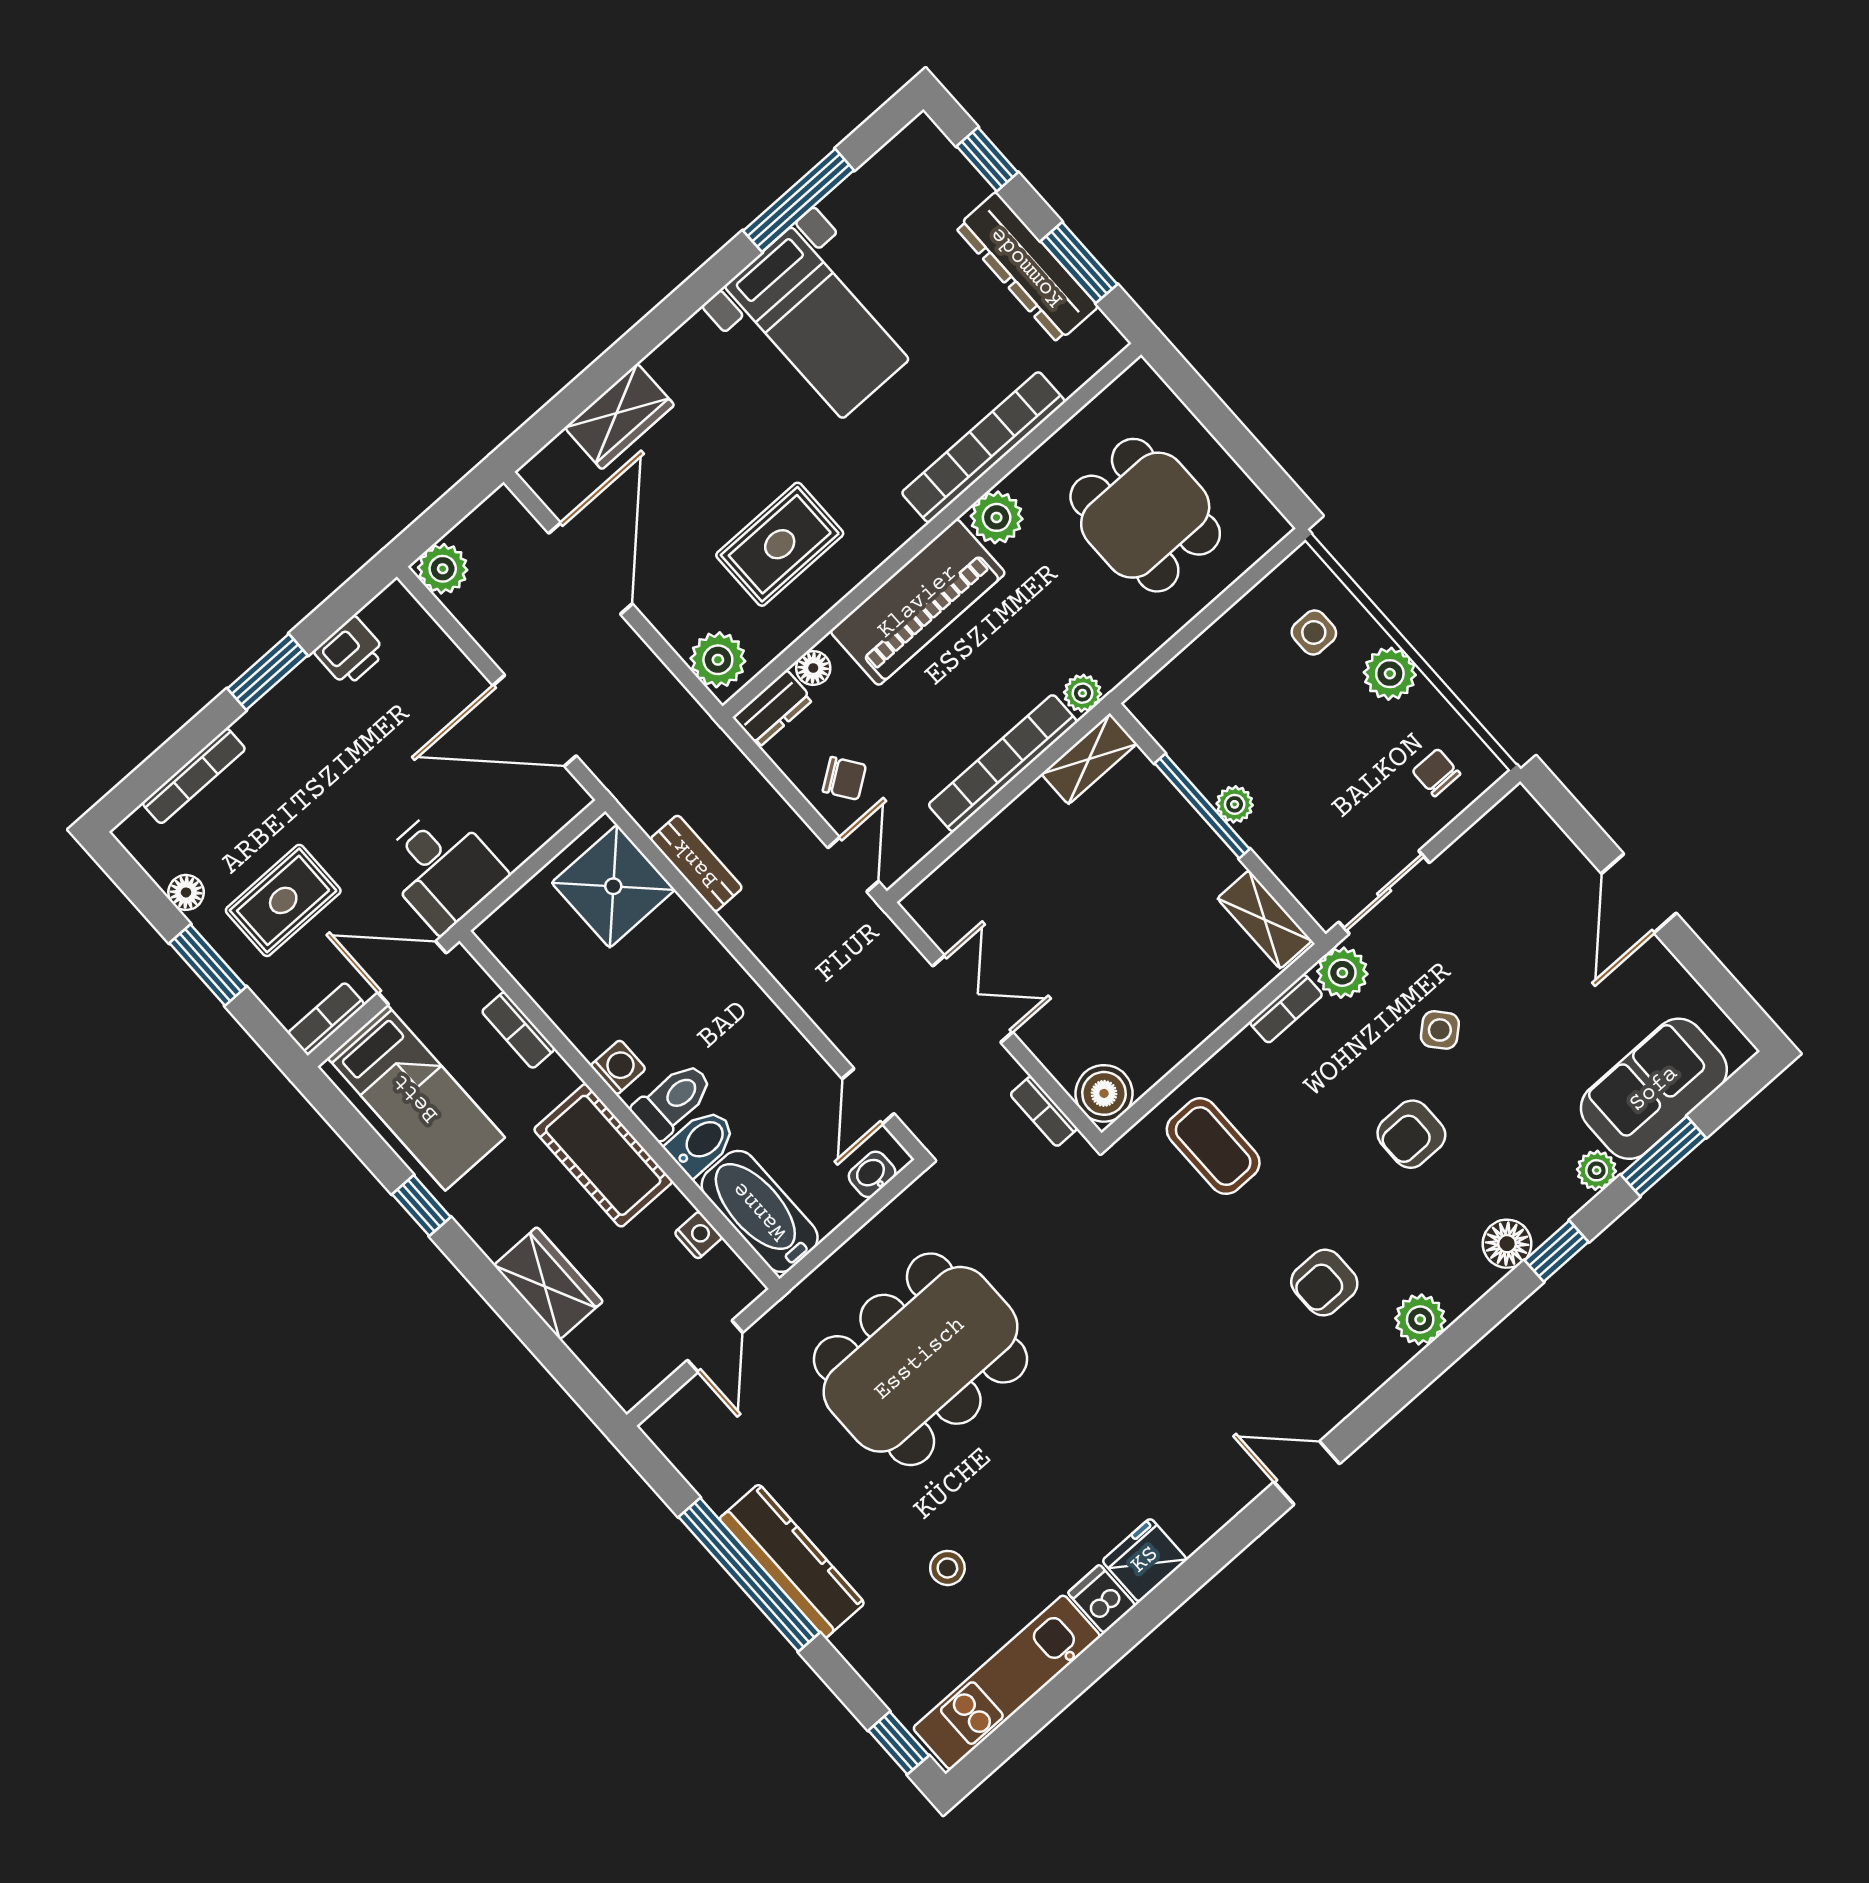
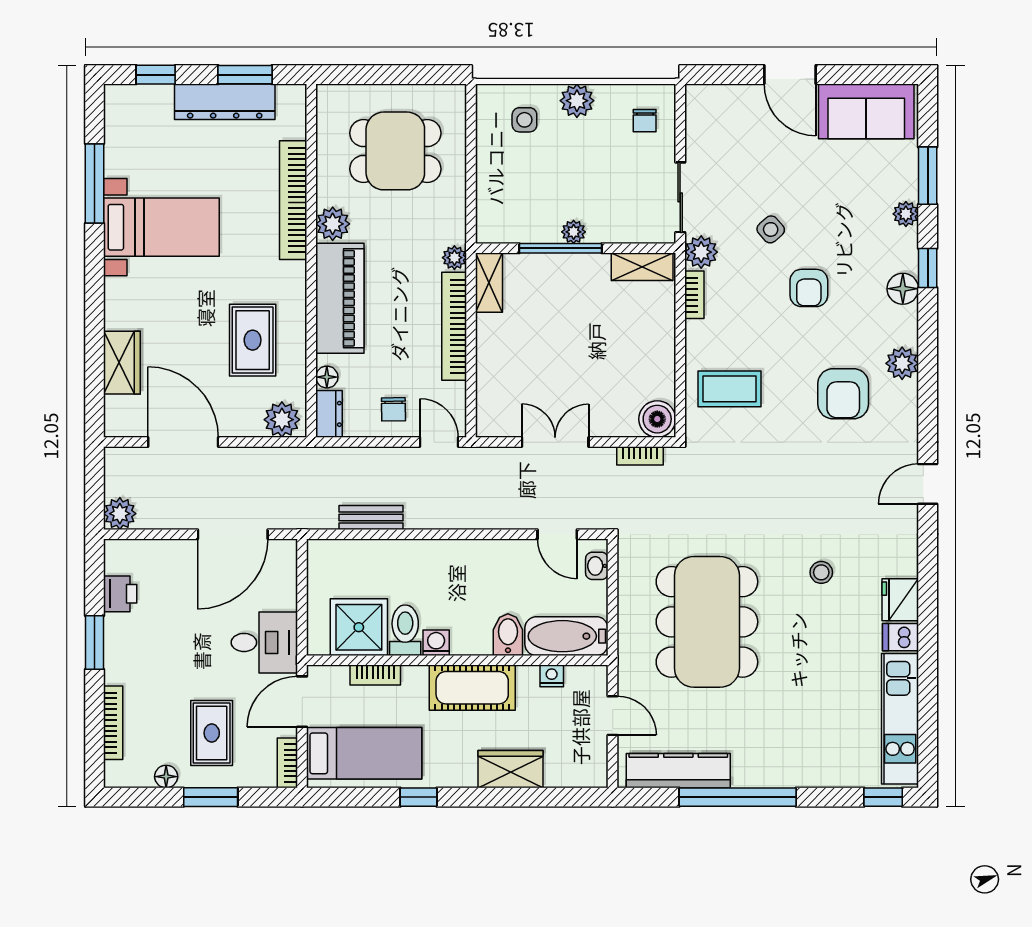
chair: (1436, 773) -> (645, 121), turned -90
chair: (844, 778) -> (393, 409), turned 124
shower: (613, 886) -> (359, 627), moved
sofa: (1654, 1089) -> (866, 111), moved, turned -90
toilet: (673, 1100) -> (405, 630), moved
armchair: (1324, 1283) -> (843, 394), width x1.38, depth x1.38
kitchen counter: (792, 1561) -> (678, 771), moved
stool: (947, 1568) -> (821, 572), moved

